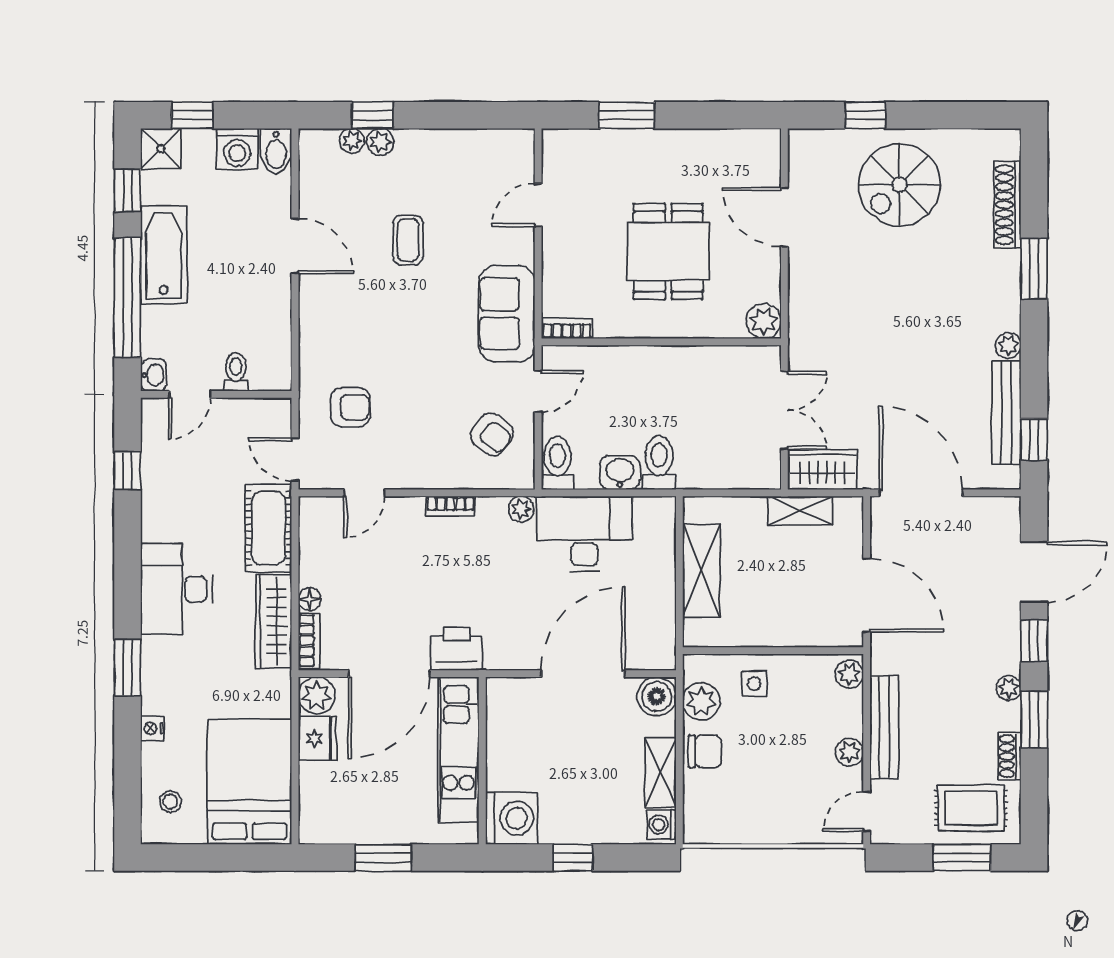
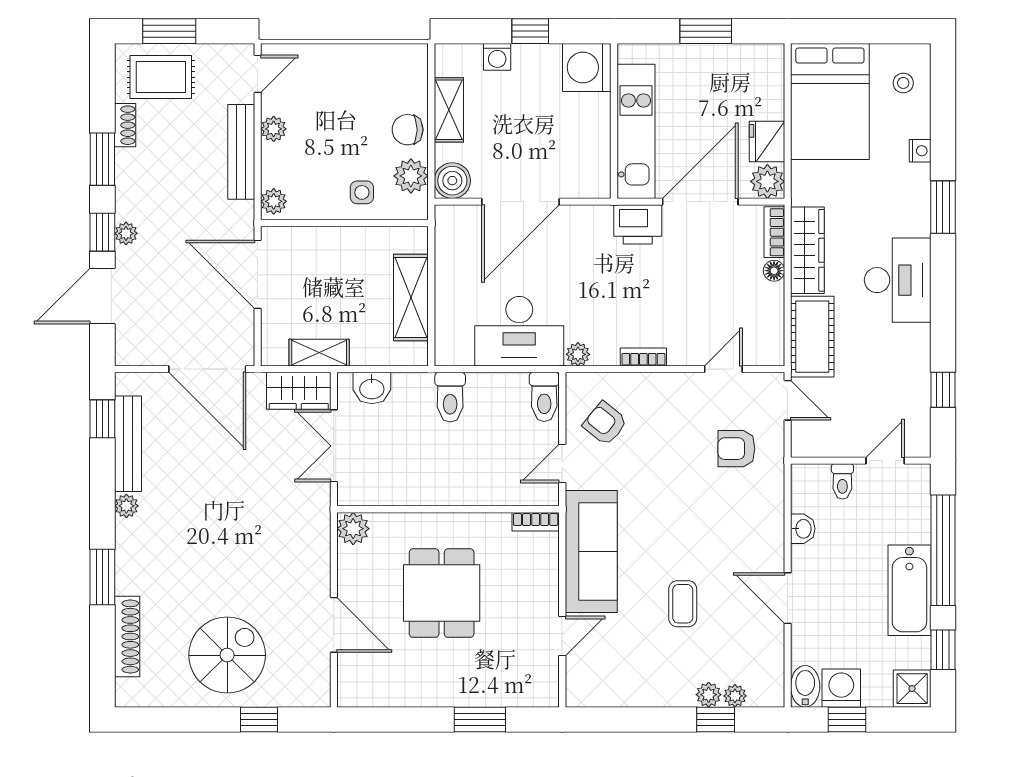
window: (192, 115) -> (847, 719), moved
sofa: (507, 314) -> (591, 551), width x1.36
washbasin: (154, 375) -> (803, 529), moved, turned 180
washbasin: (620, 473) -> (372, 388), moved
plant: (1009, 688) -> (126, 233), moved
washing machine: (661, 825) -> (497, 57), moved, turned 90

